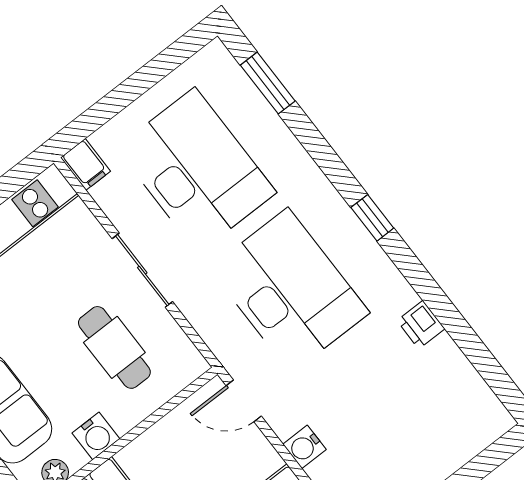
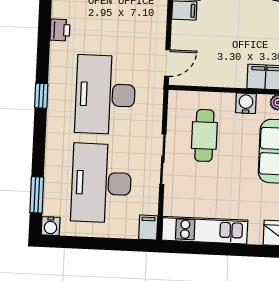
door: (244, 401) -> (167, 63), hinge flipped
water cooler: (304, 447) -> (51, 226), moved, turned 90

